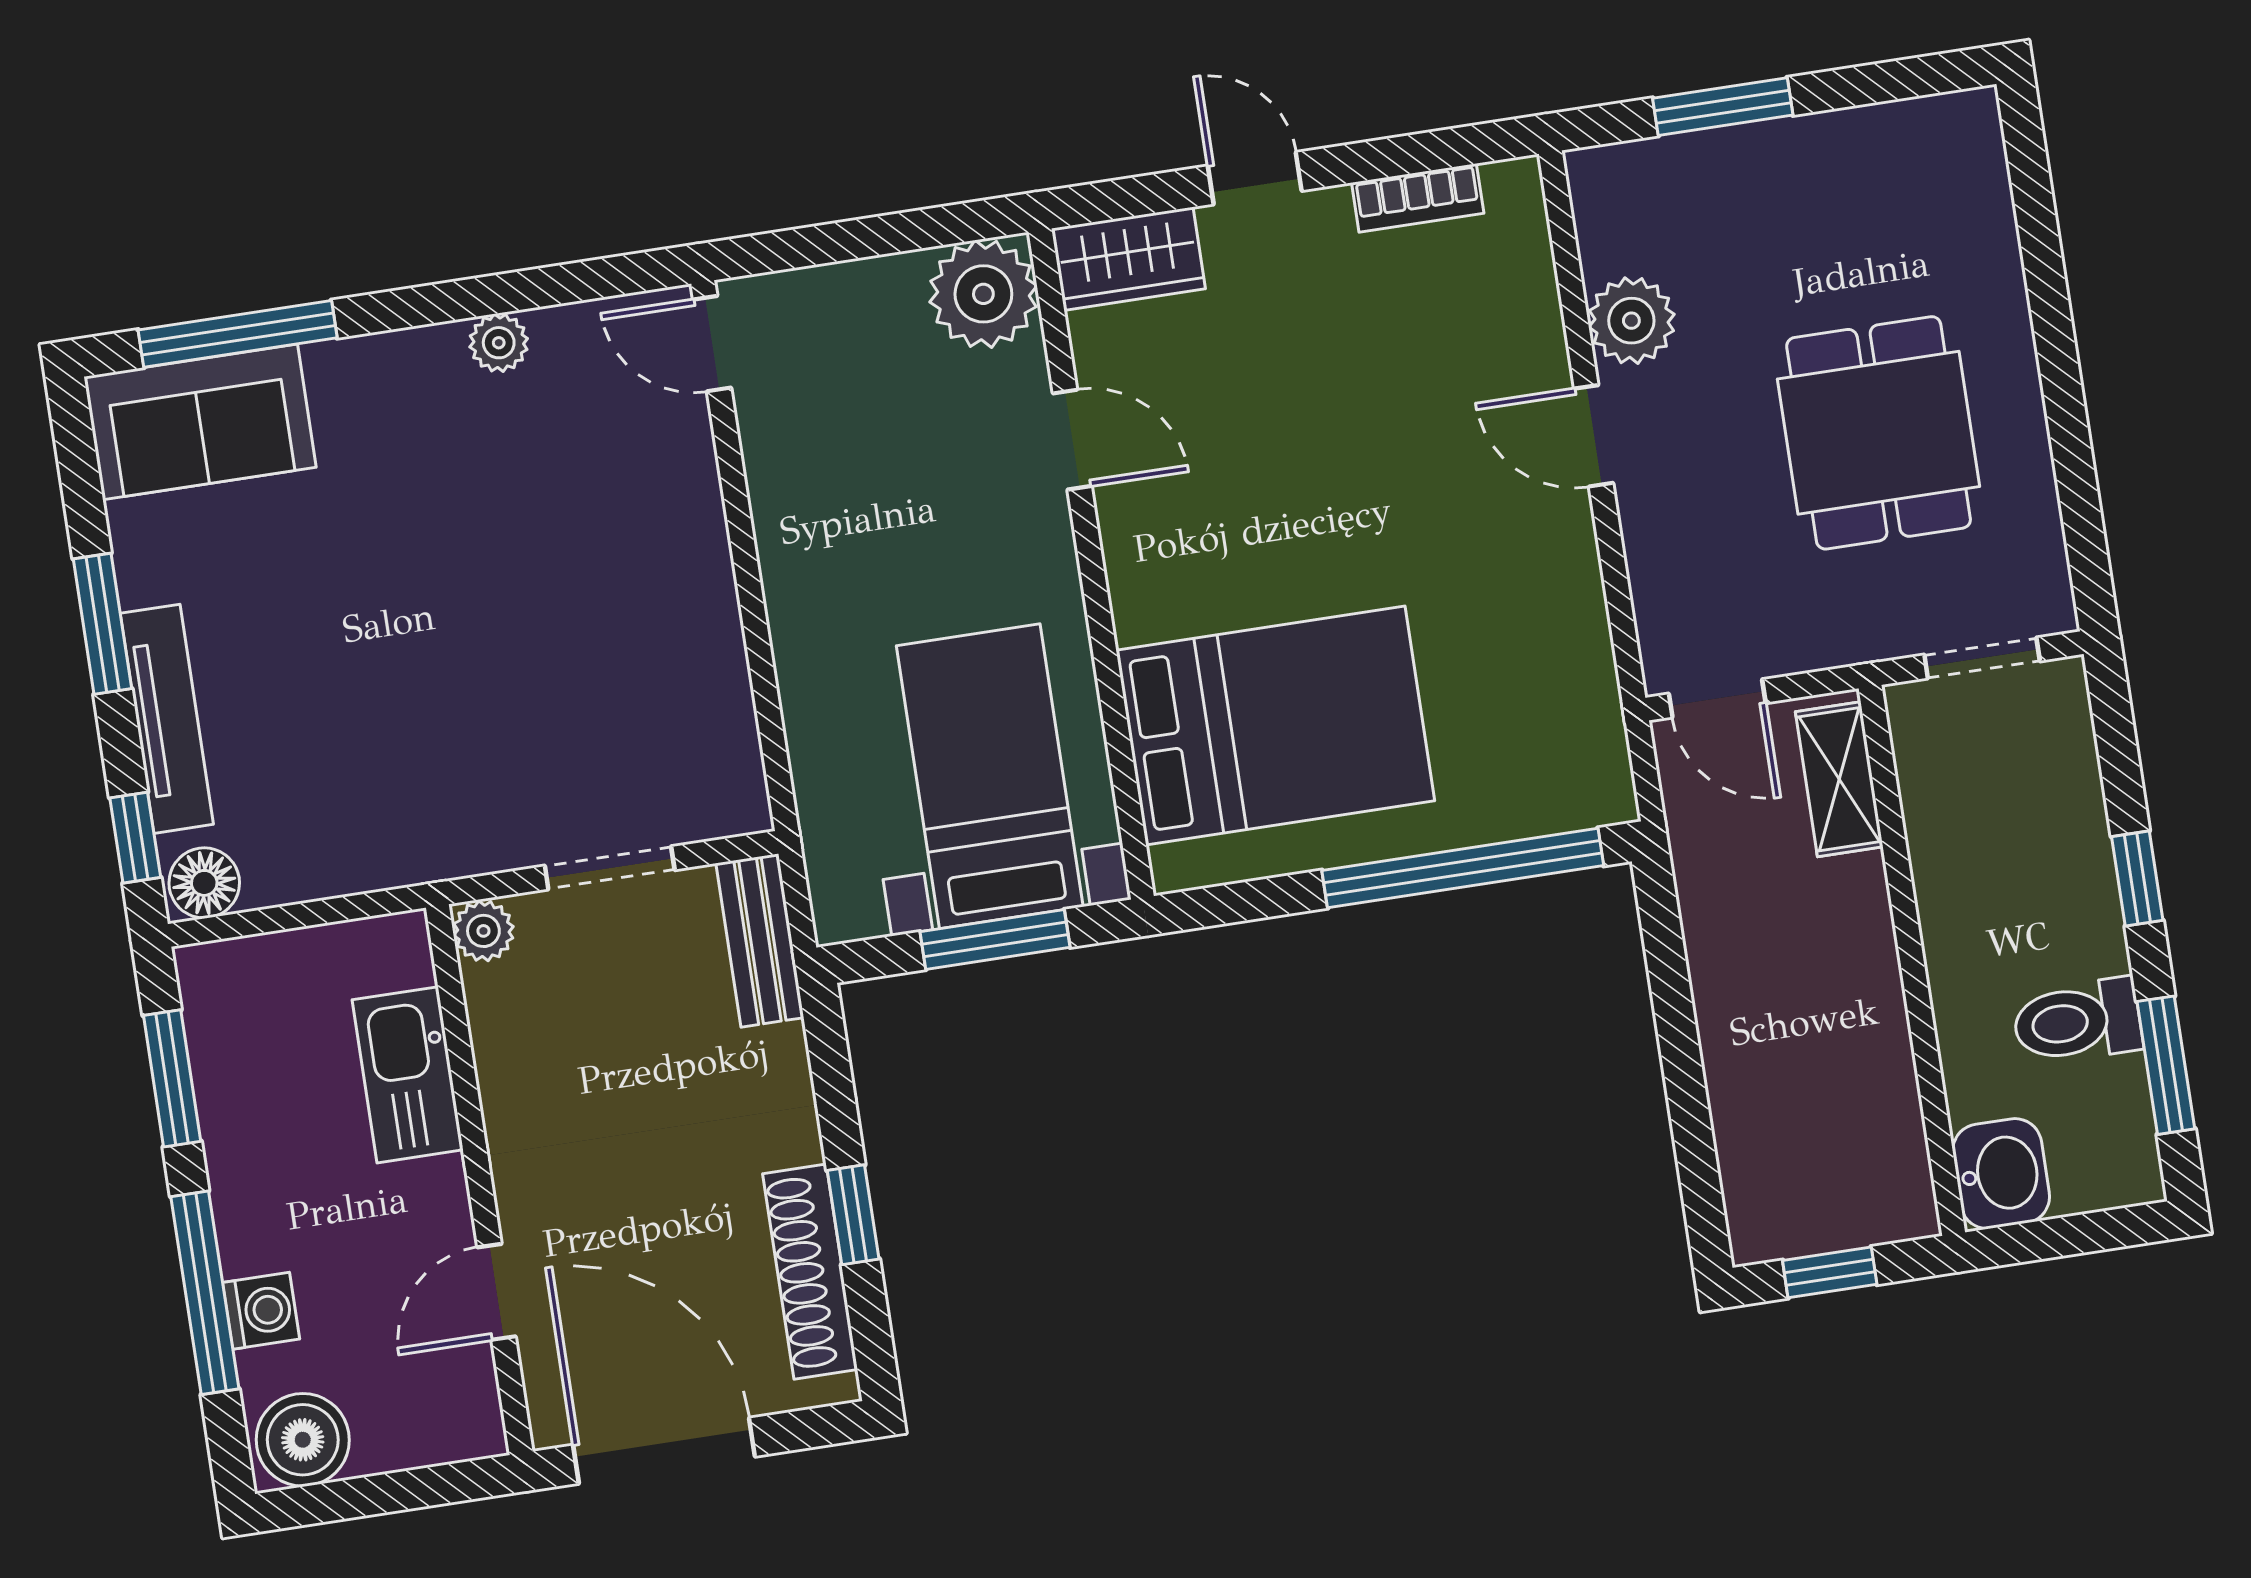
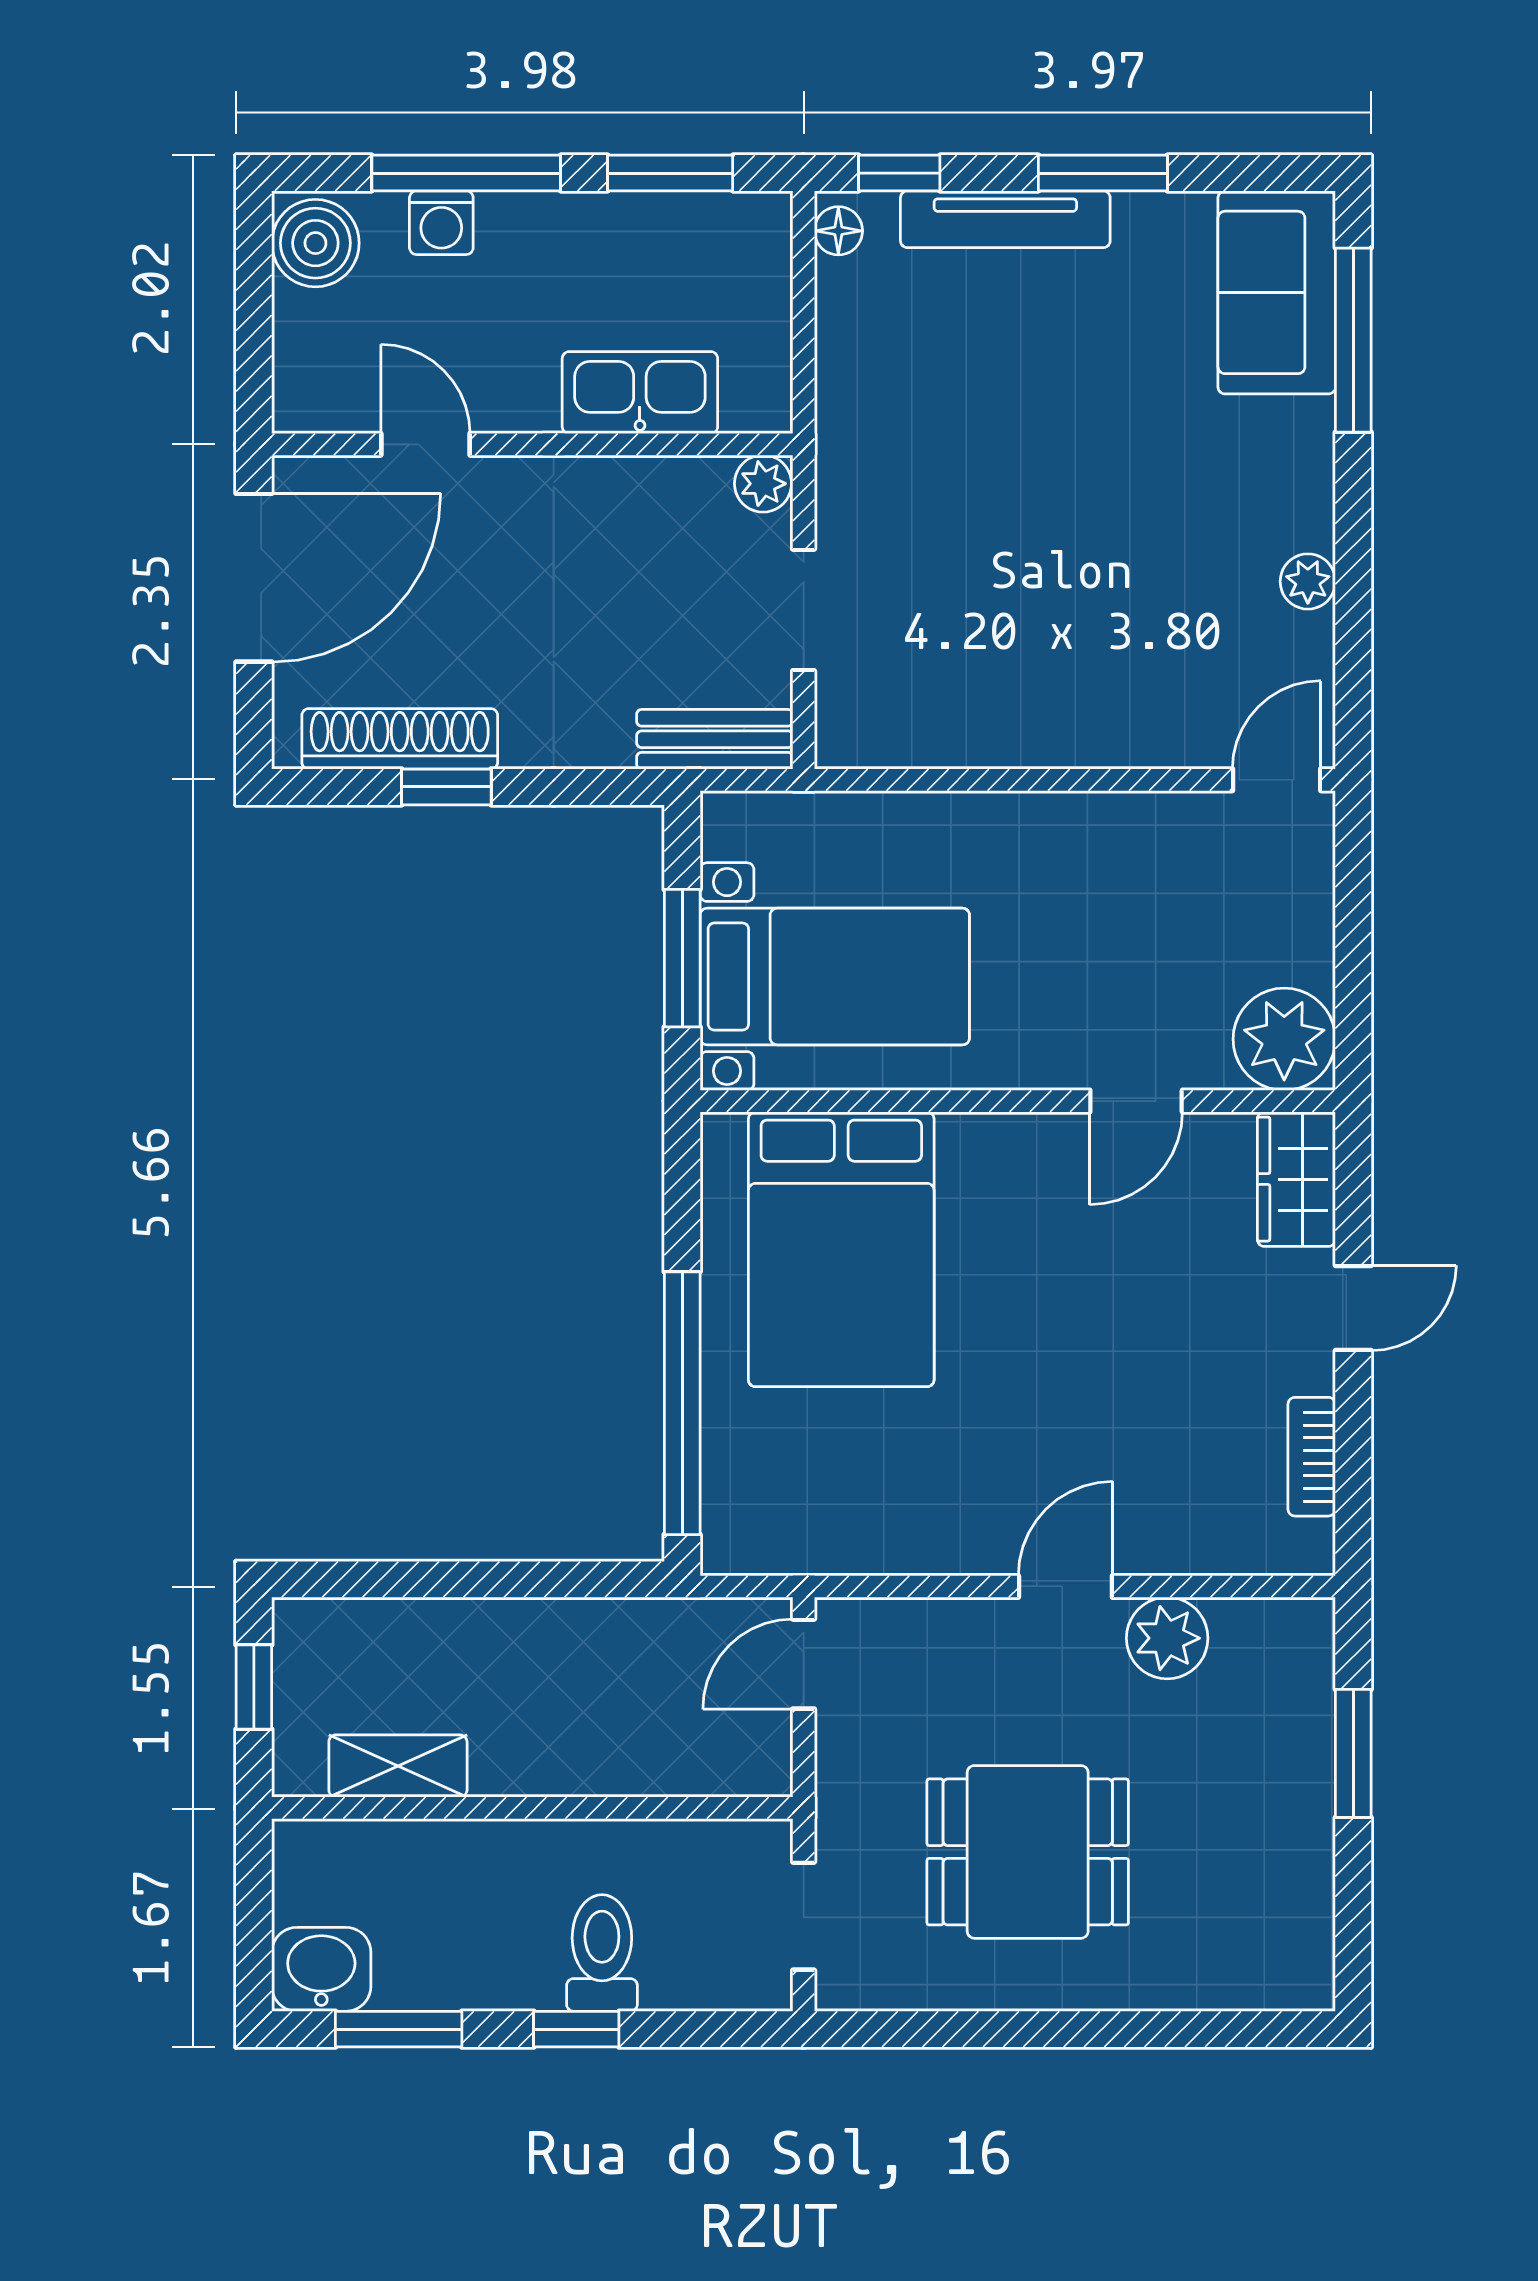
shelving: (1839, 779) -> (398, 1766), moved
floor lamp: (204, 883) -> (838, 231), width x0.73, depth x0.73
toilet: (2077, 1021) -> (602, 1953), moved
washbasin: (2001, 1174) -> (321, 1969), moved, turned 180

